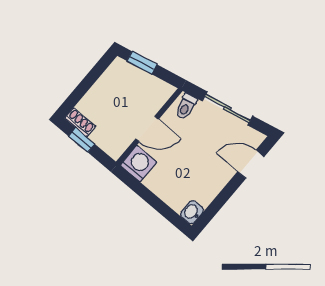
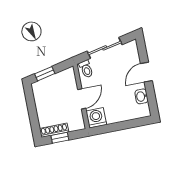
shoe rack: (80, 122) -> (54, 130), width x1.43
door: (251, 164) -> (146, 72), moved
washbasin: (192, 212) -> (141, 96), moved

